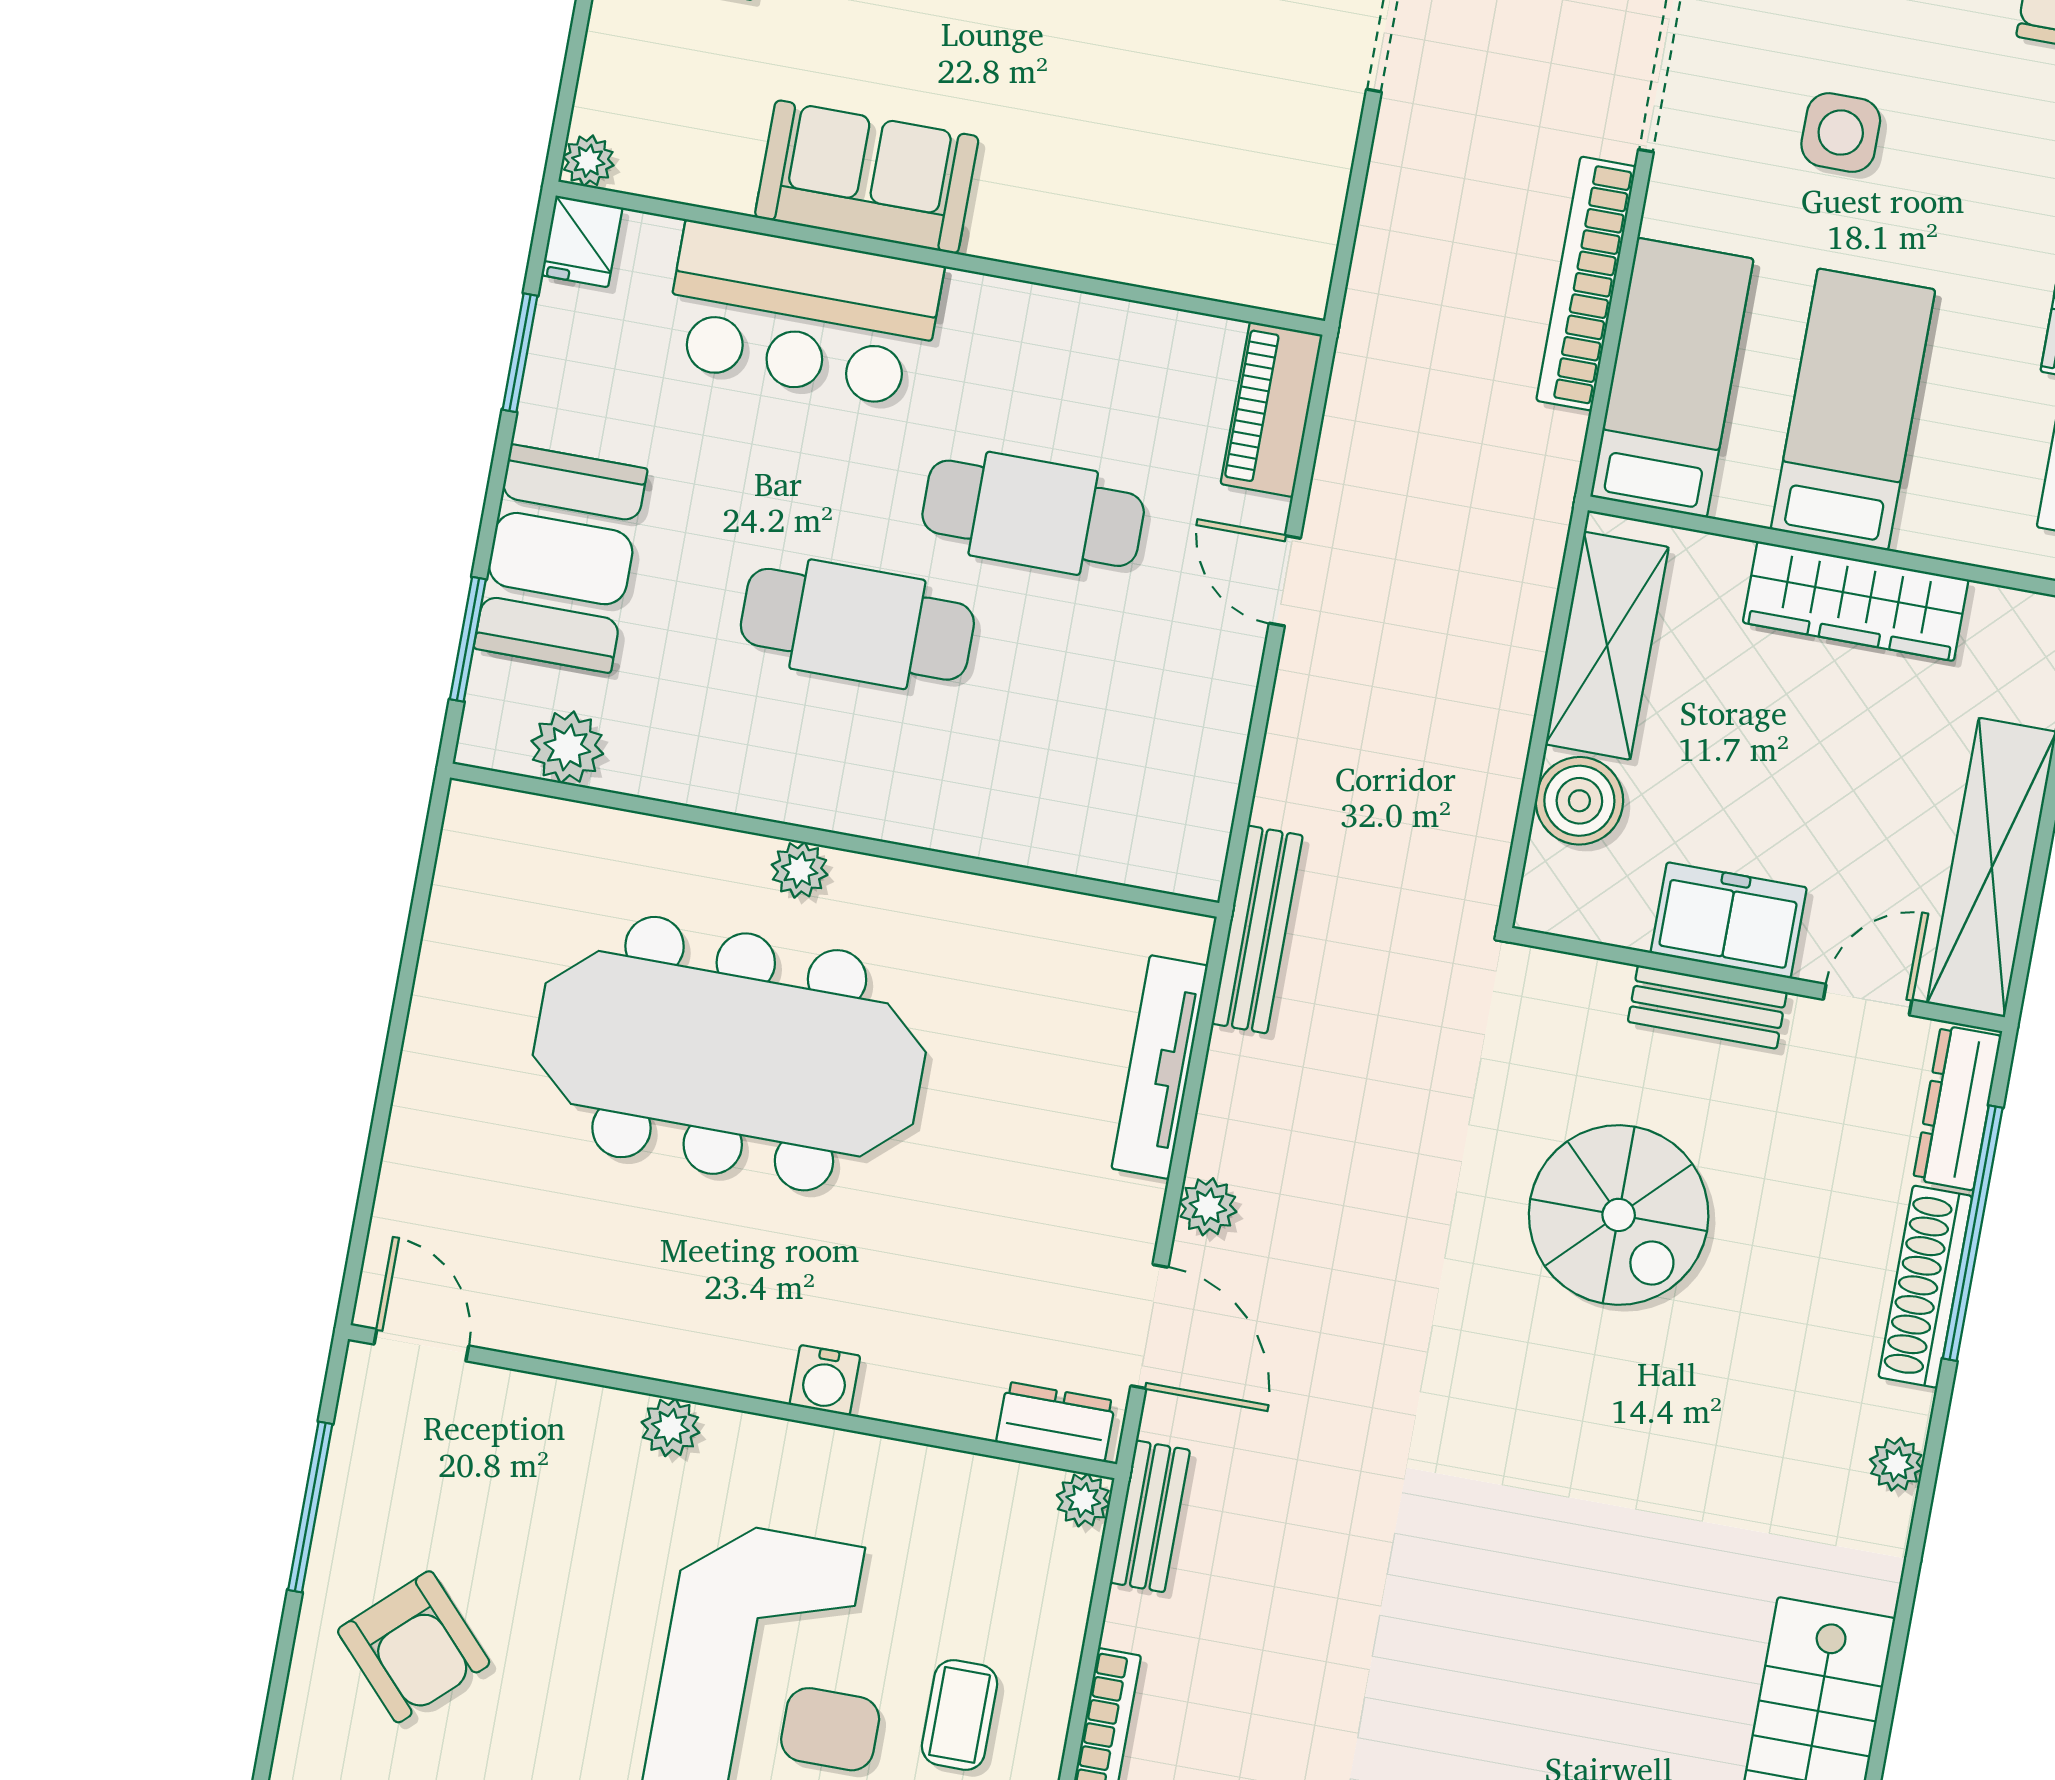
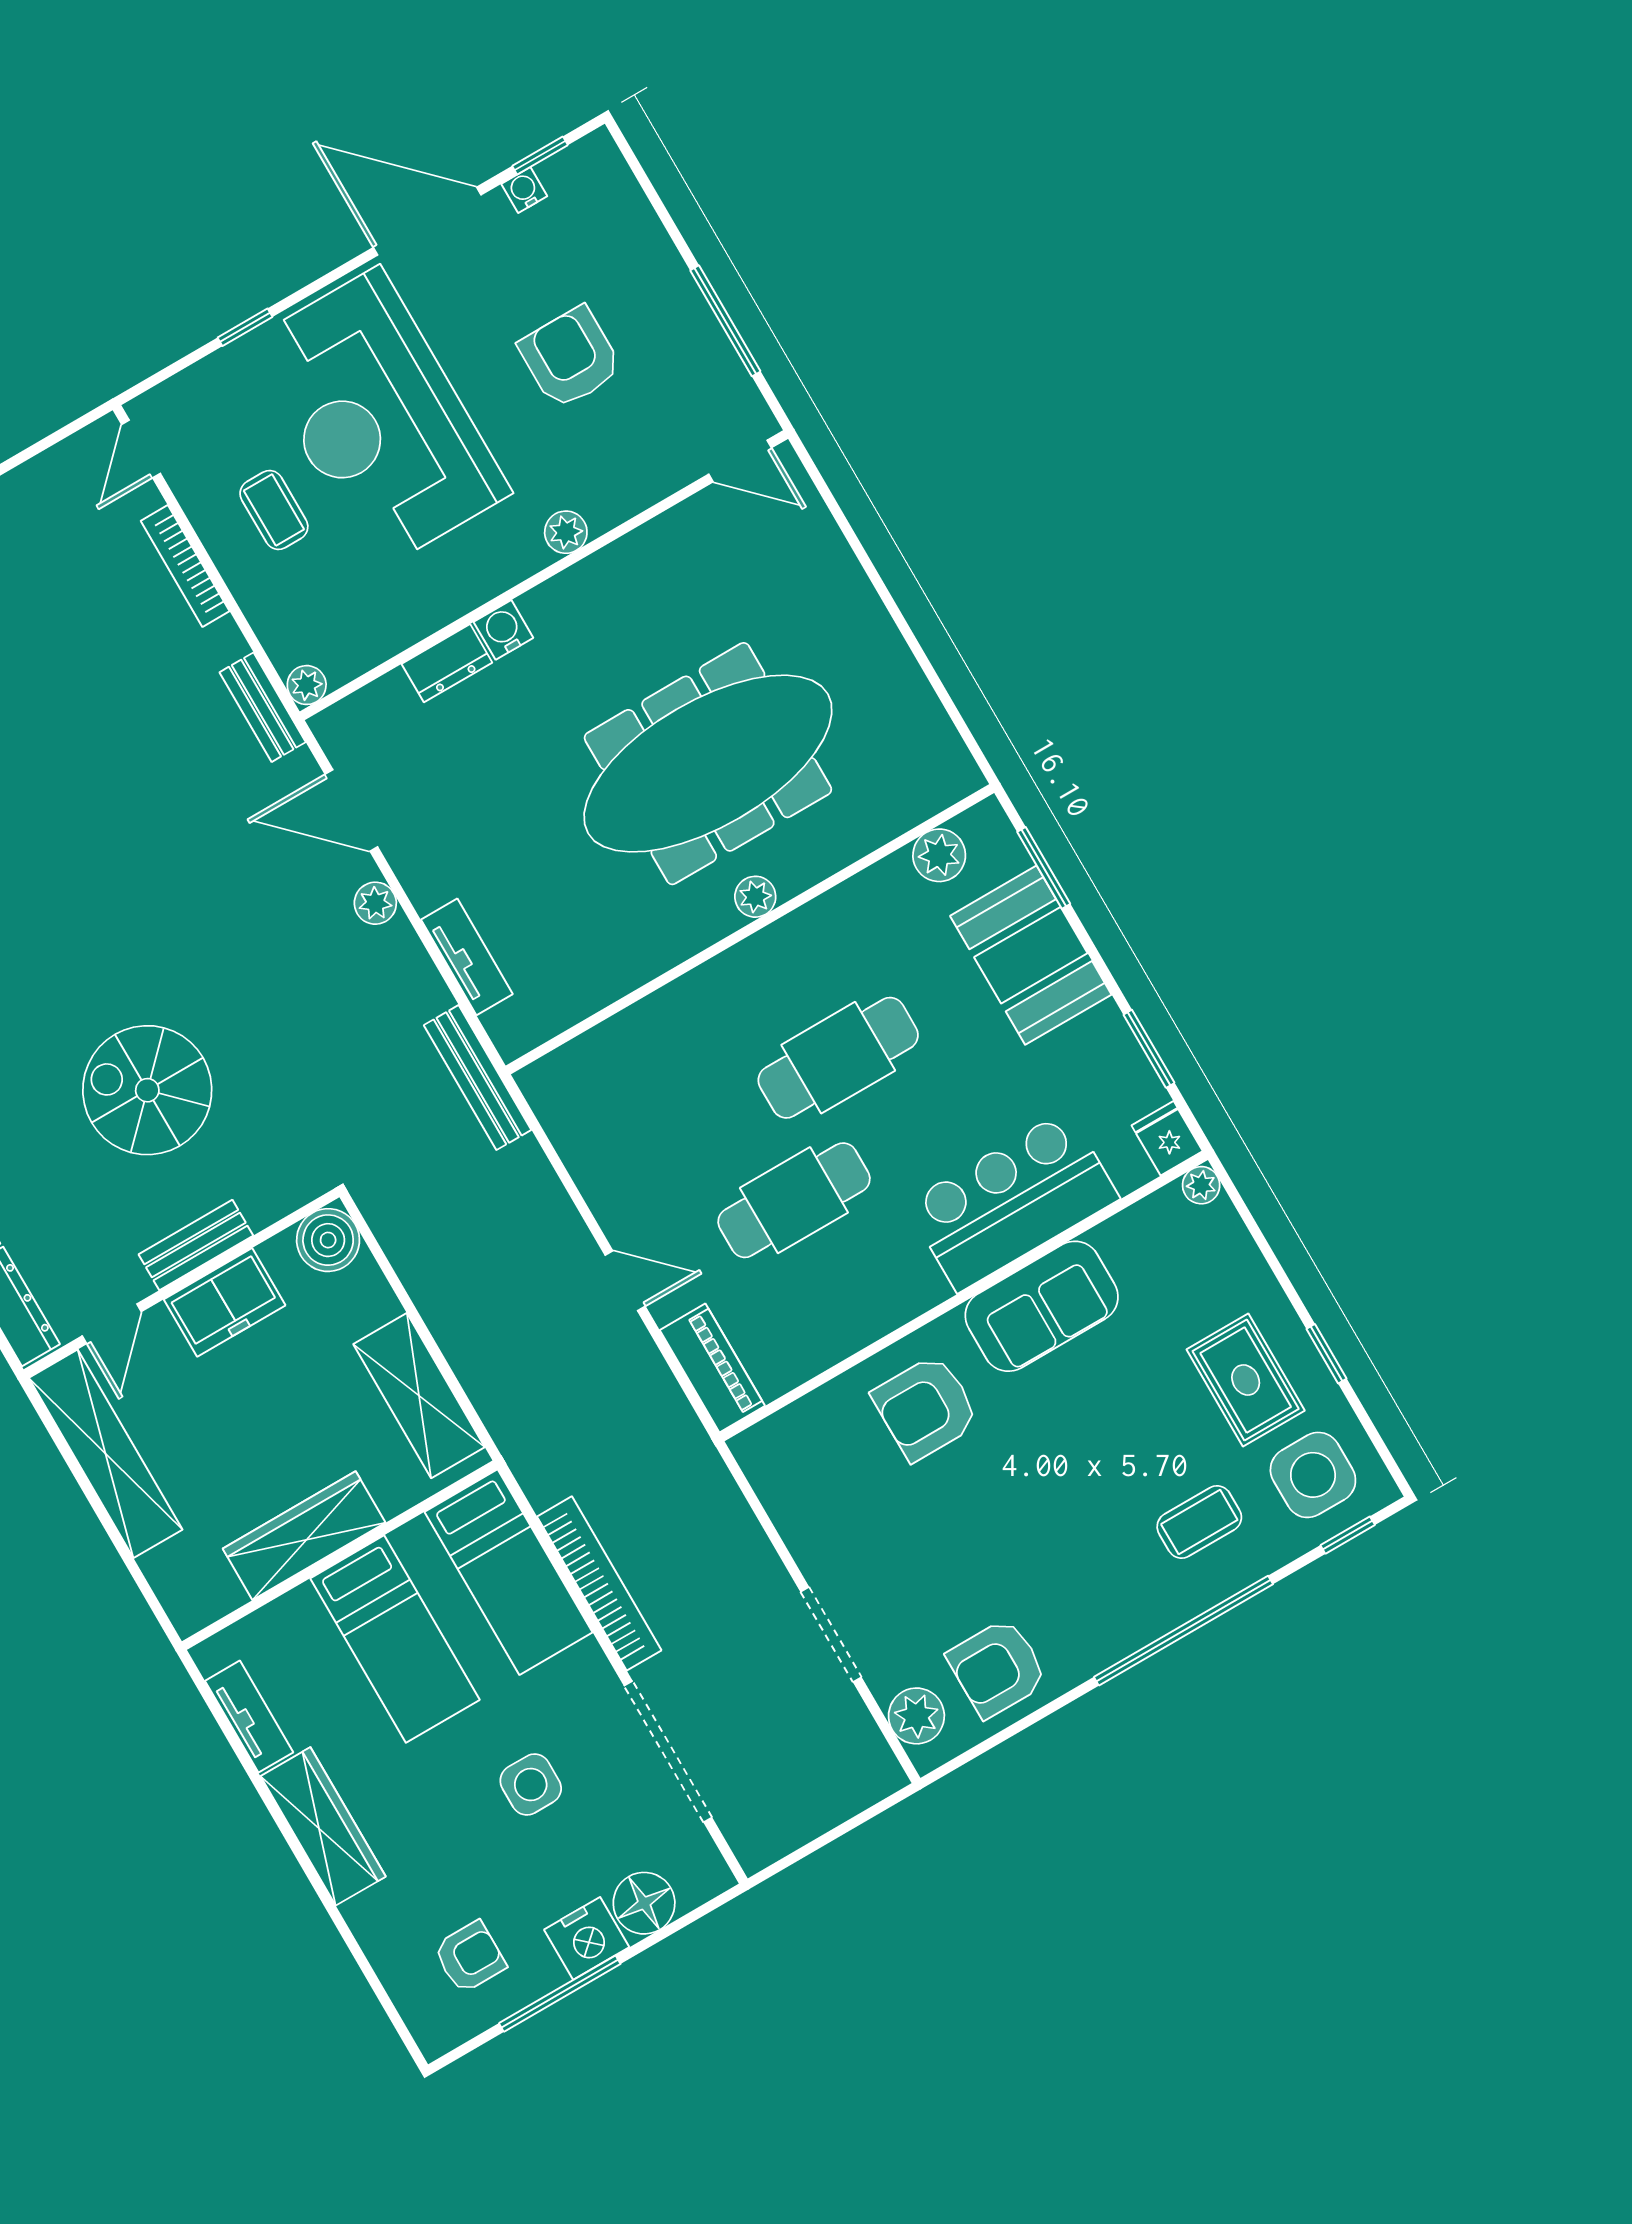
armchair: (1081, 174) -> (926, 1408), added
boiler: (1579, 801) -> (328, 1240), moved
tv unit: (1160, 1067) -> (467, 957), width x0.71
dresser: (1056, 1422) -> (447, 663), moved
armchair: (414, 1647) -> (570, 358), moved, turned 43

